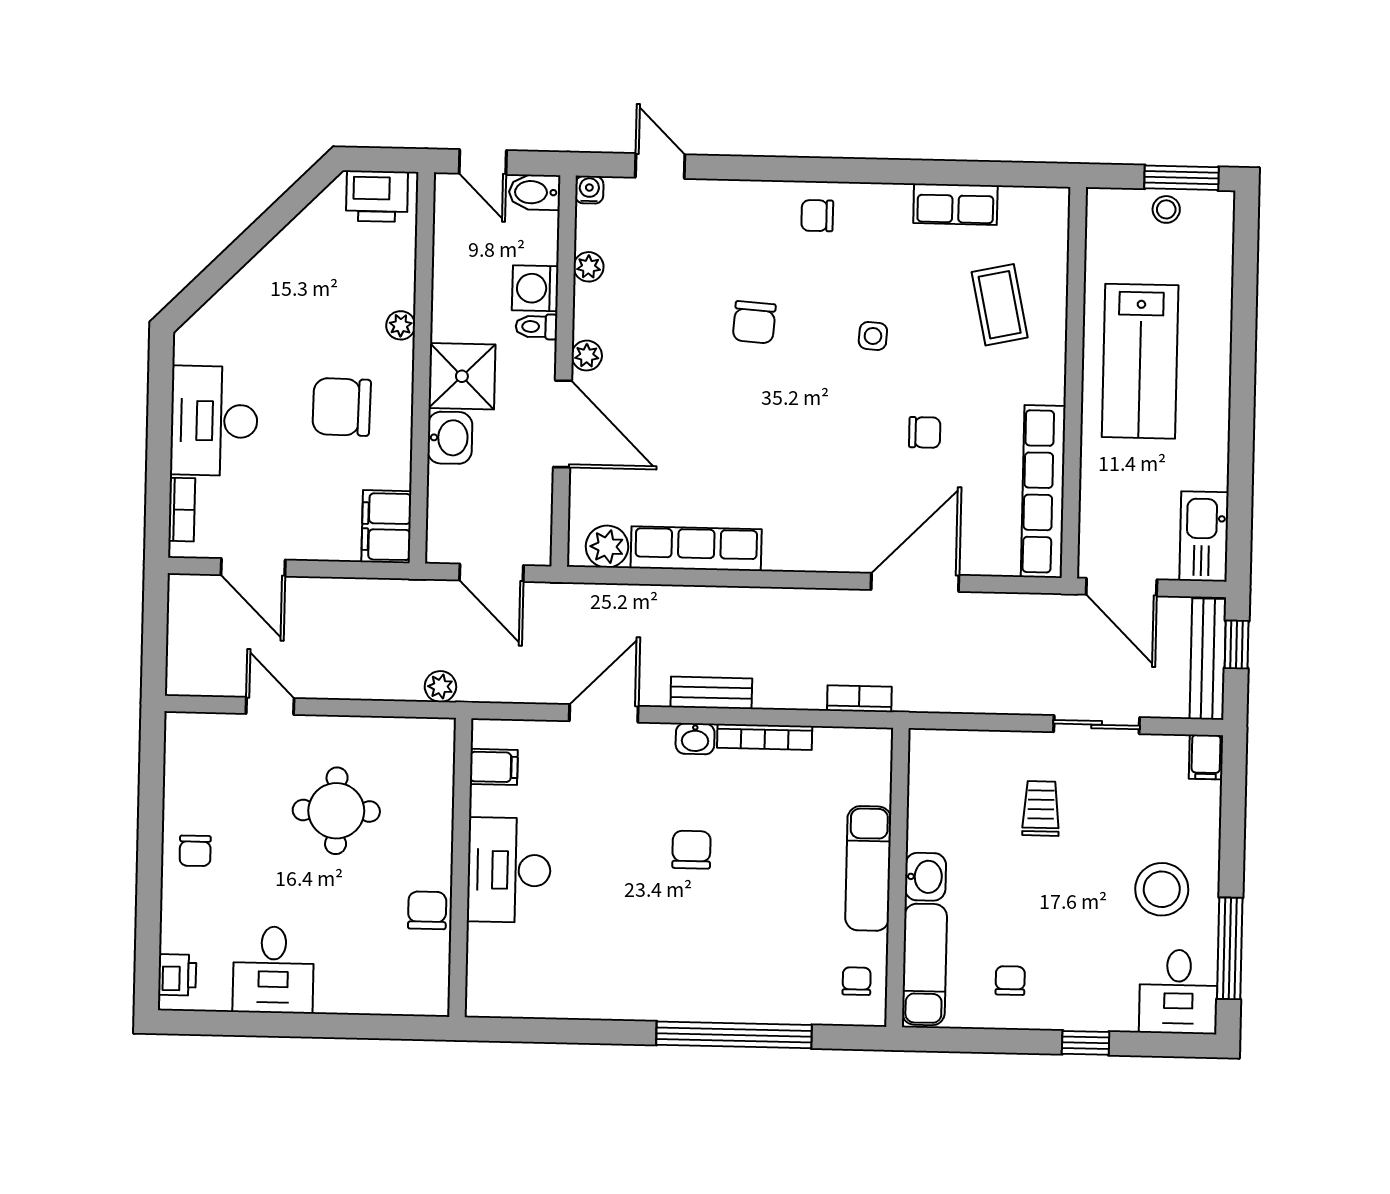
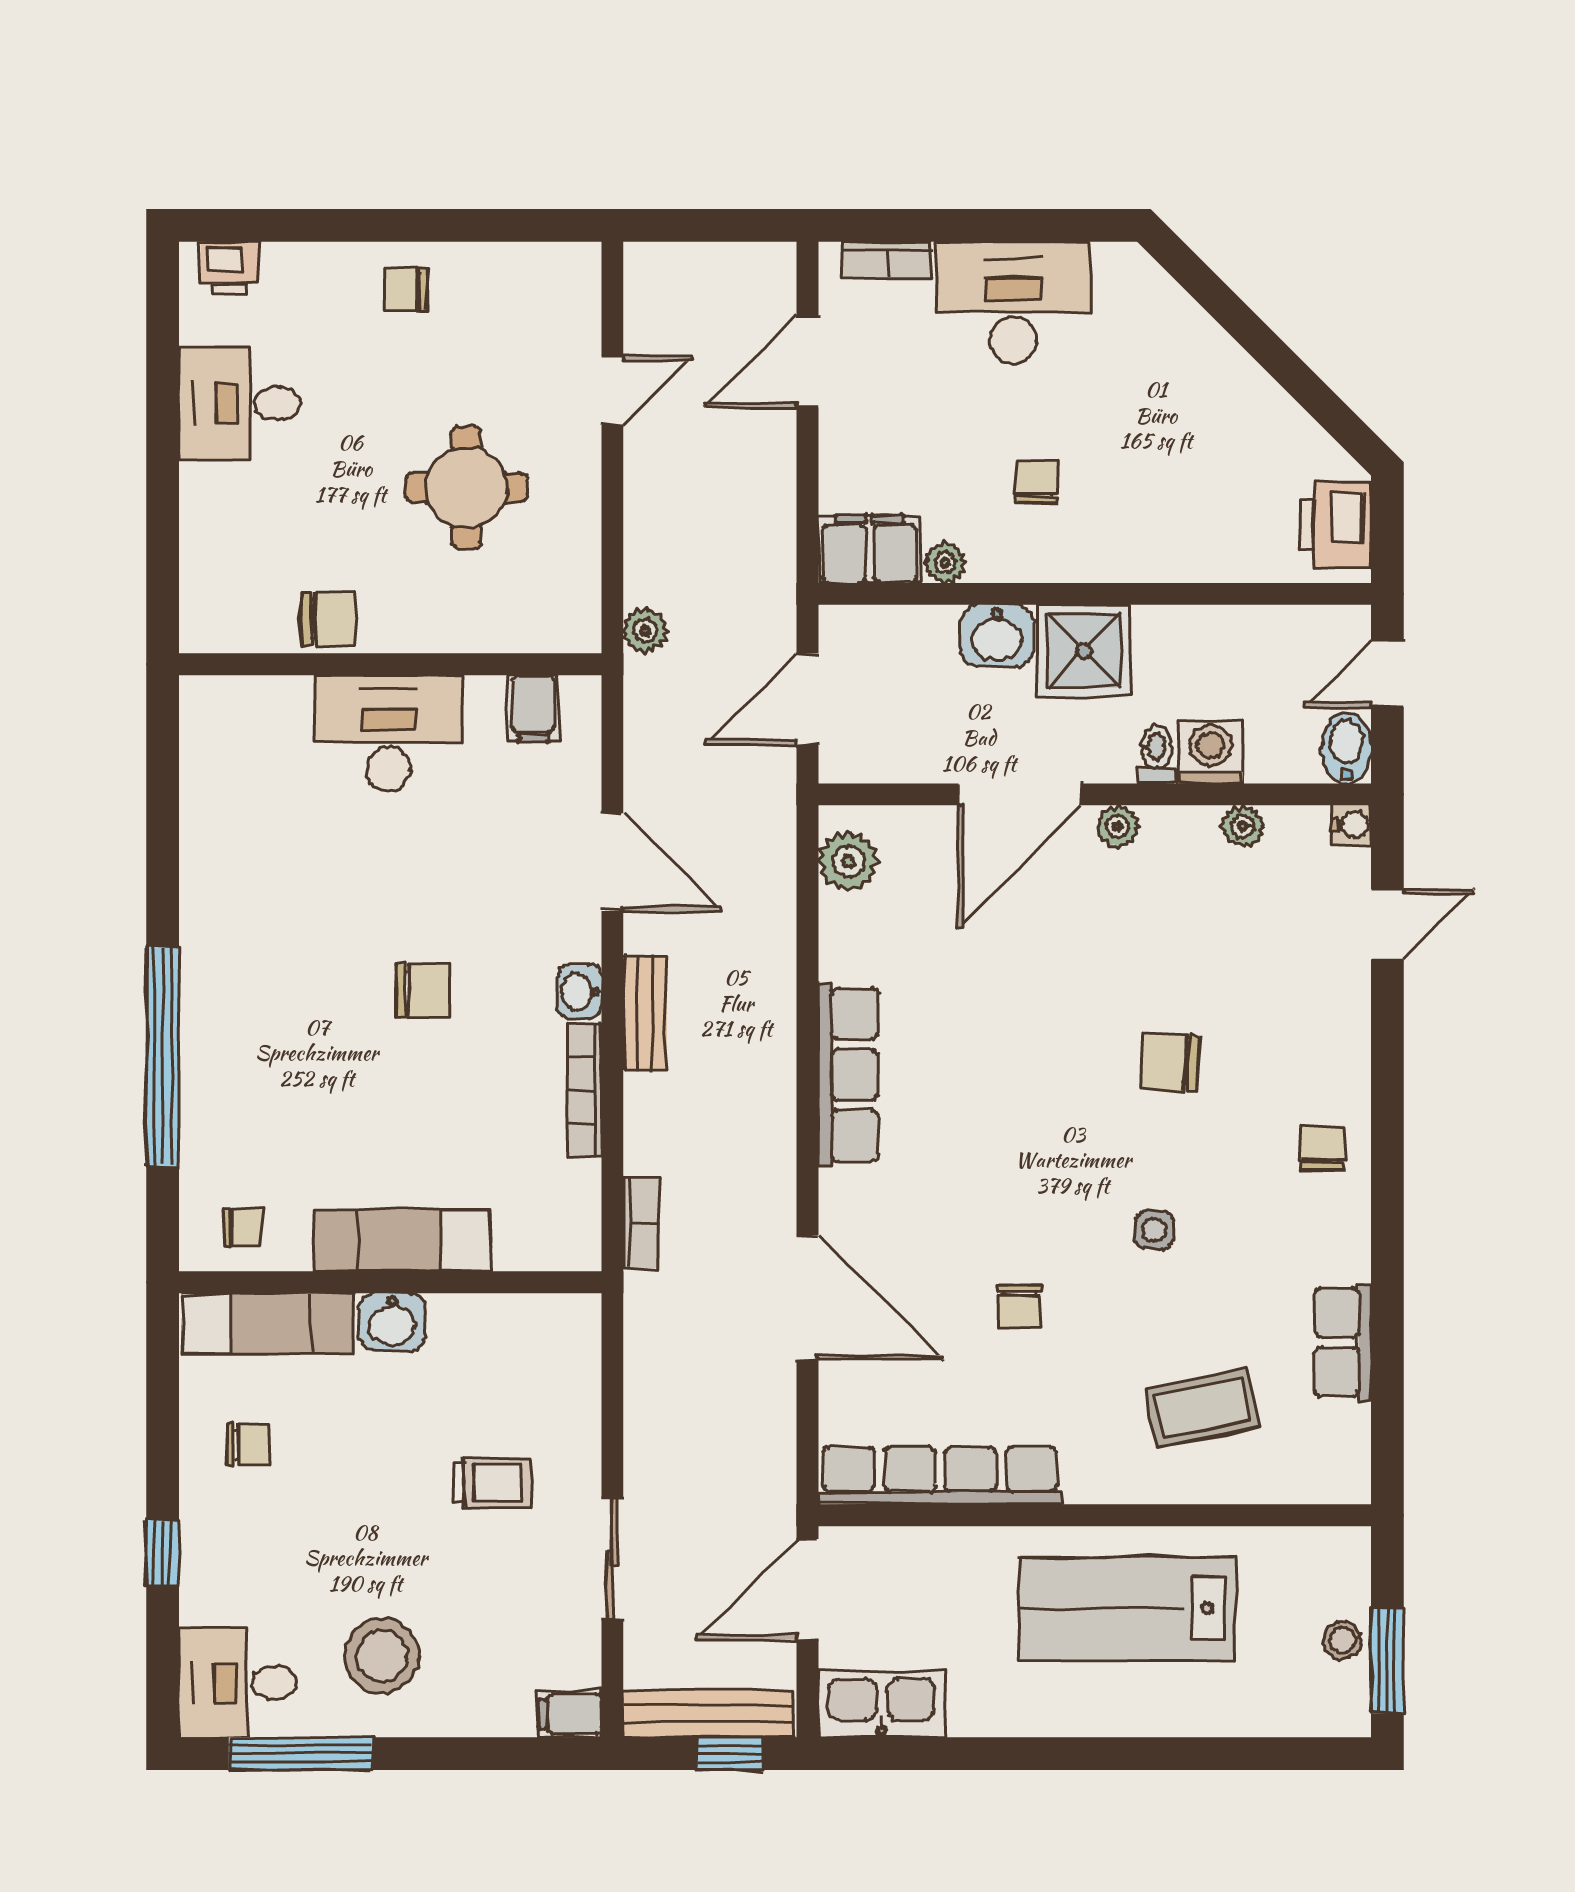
plant: (401, 325) -> (945, 563), moved
chair: (342, 407) -> (1037, 482), width x0.54, depth x0.54
row of seats: (696, 549) -> (848, 1075), moved

